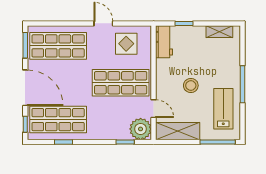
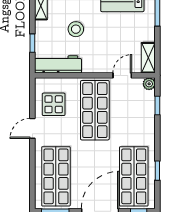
workbench: (164, 42) -> (58, 64), width x1.38
stool: (191, 85) -> (76, 29), moved
plant: (141, 129) -> (149, 84), width x0.53, depth x0.53
shelving: (178, 131) -> (148, 58), width x0.67, depth x0.75

